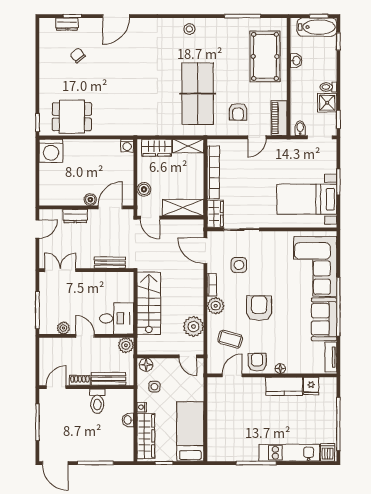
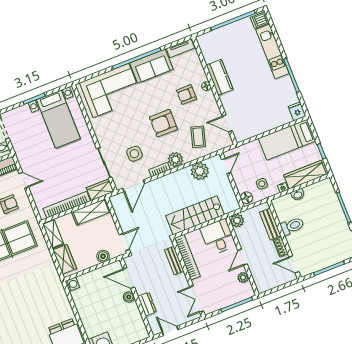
shelving: (183, 208) -> (91, 212), moved, turned 90
bookcase: (108, 278) -> (187, 257), added
armchair: (257, 362) -> (186, 95), moved
fridge: (311, 386) -> (297, 111), moved, turned -90

